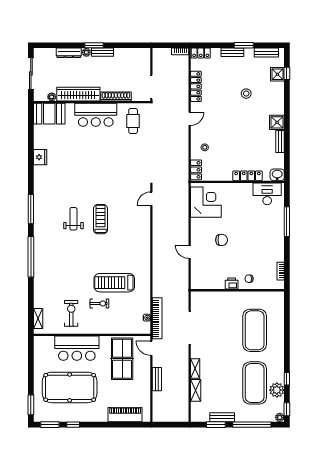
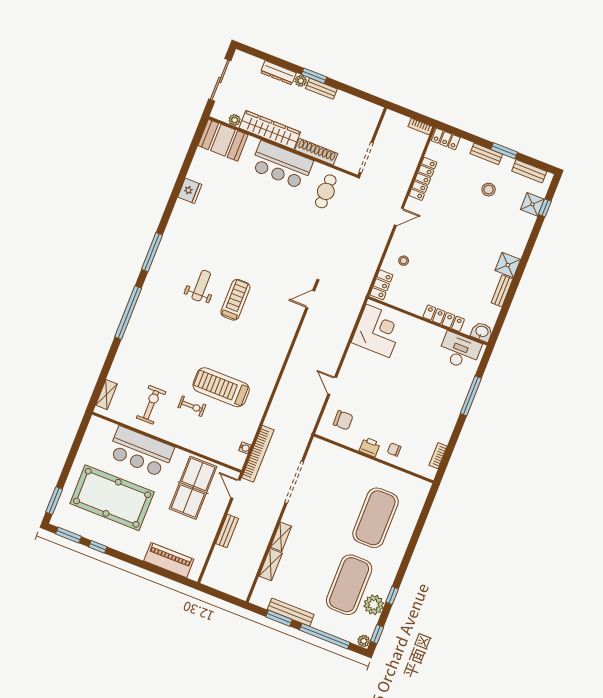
stool: (246, 94) -> (489, 190), moved
chair: (222, 240) -> (343, 420), moved
bench: (222, 417) -> (291, 612), width x1.36

